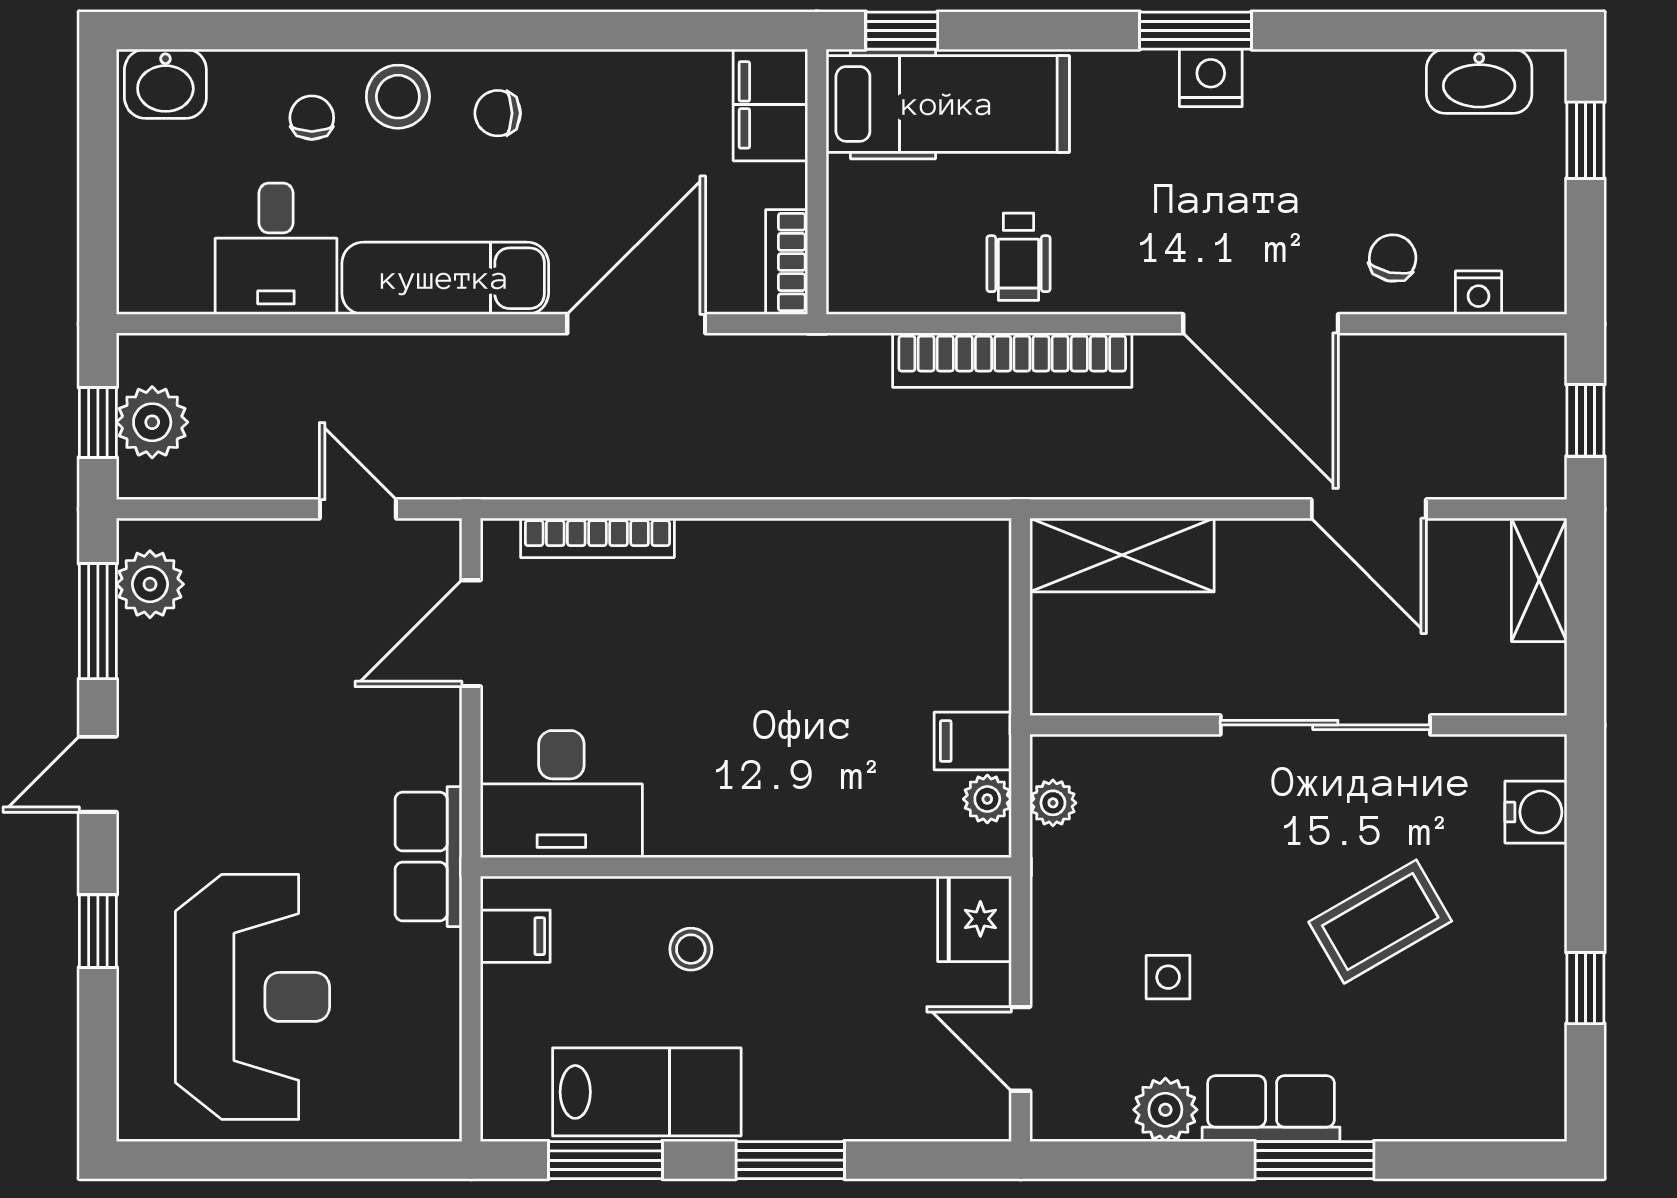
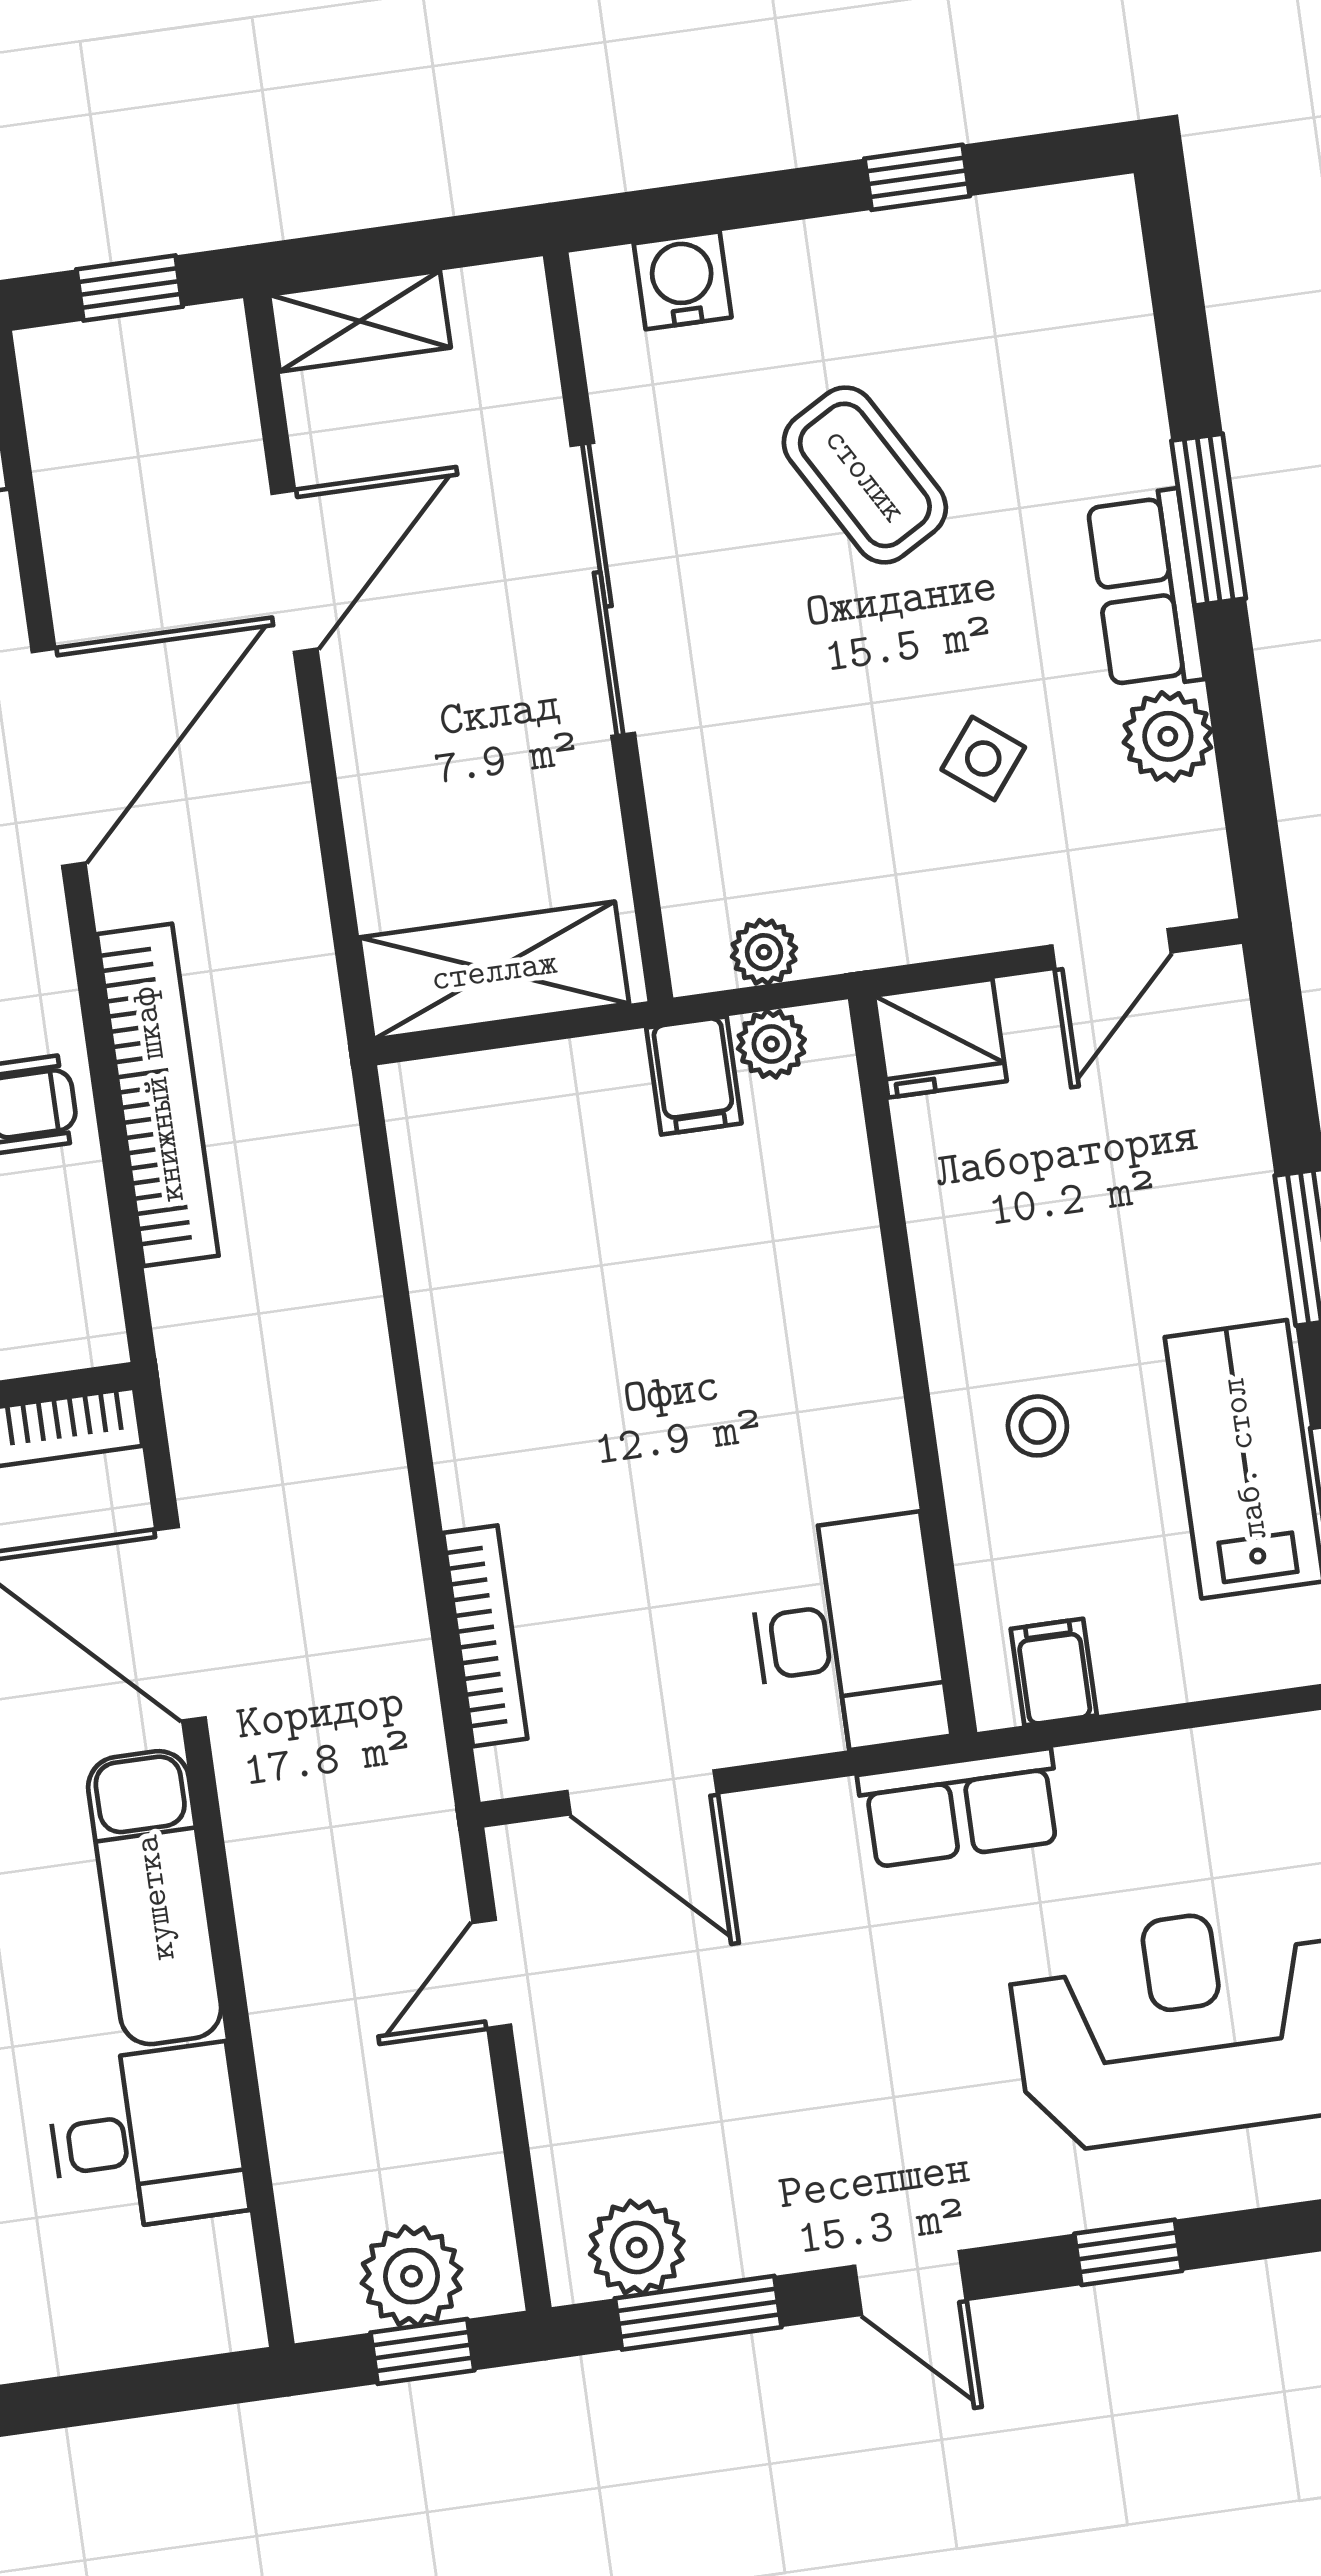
shelving: (1122, 555) -> (494, 971), moved, turned 90
side table: (1168, 977) -> (983, 758), turned 38

